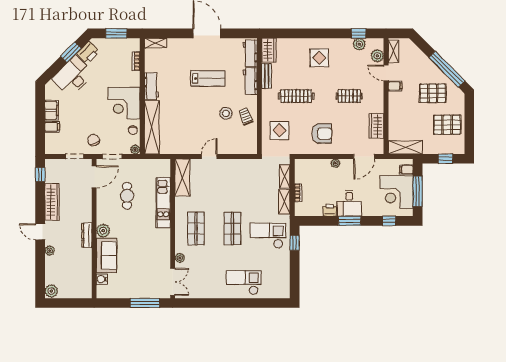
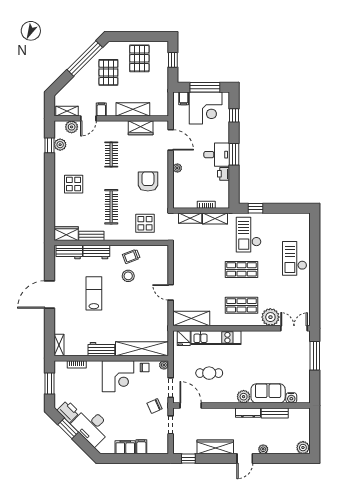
shelving: (405, 147) -> (133, 109), moved, turned 90
fridge: (163, 170) -> (184, 338), added
plant: (180, 258) -> (270, 317), width x1.88, depth x1.88
bench: (87, 262) -> (275, 413), added

